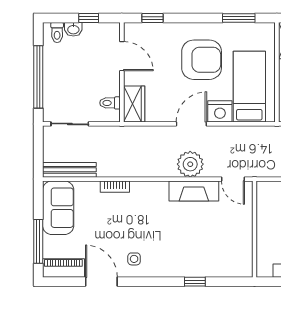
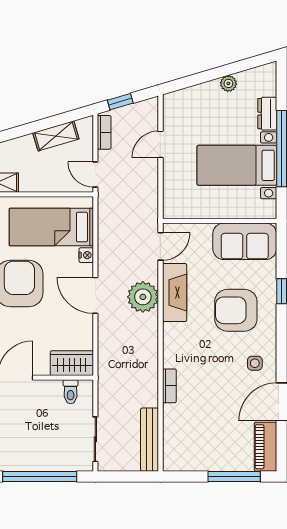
nightstand: (220, 111) -> (86, 255), width x0.53, depth x0.56
sofa: (58, 208) -> (245, 241), moved, turned 180
armchair: (179, 243) -> (236, 310), added

